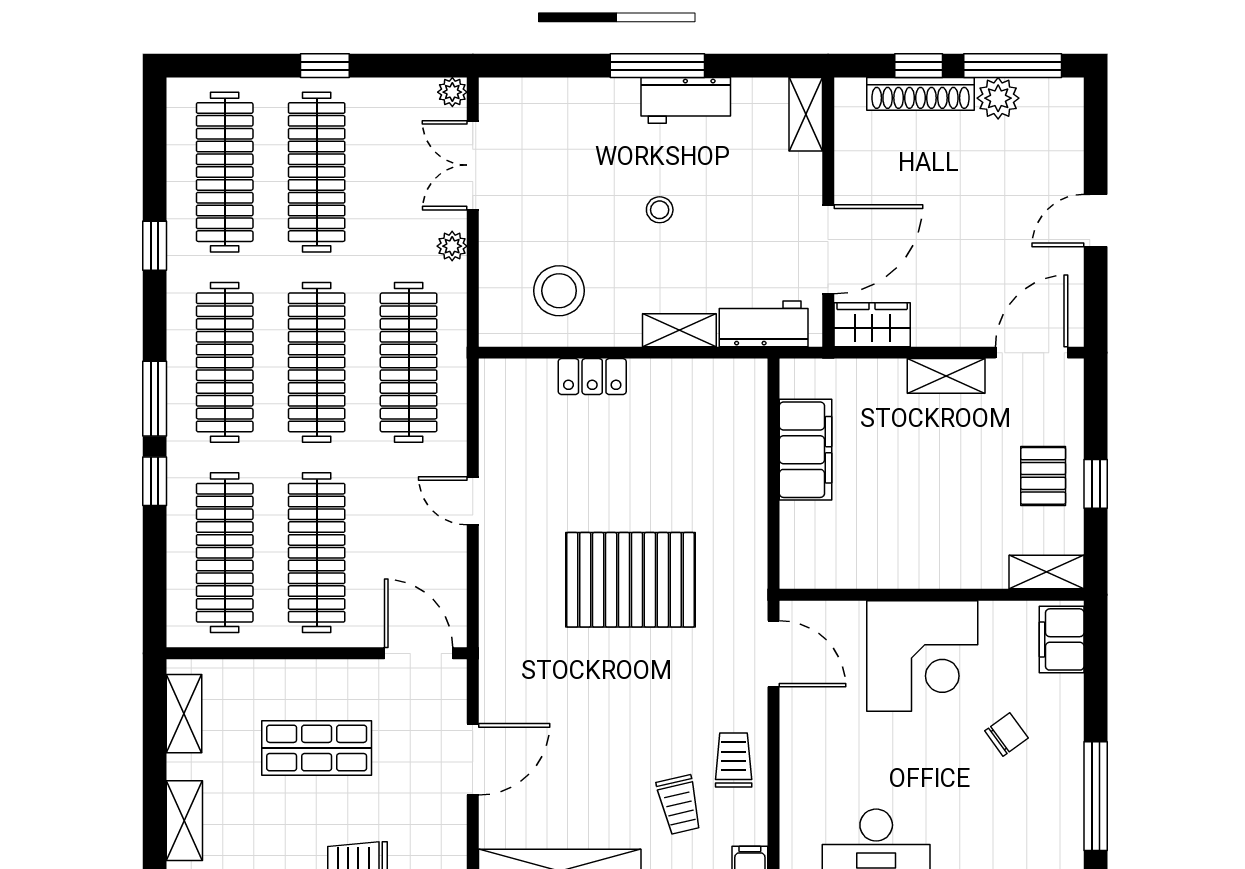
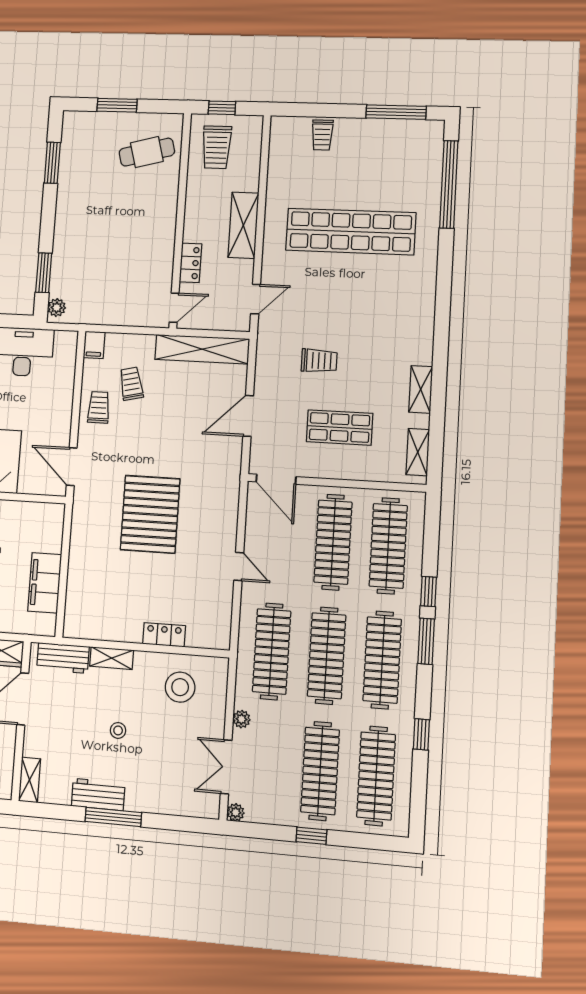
double door: (473, 165) -> (226, 767), swing flipped
pallet: (630, 580) -> (150, 514), turned 90
trolley: (734, 760) -> (99, 407), turned 180

